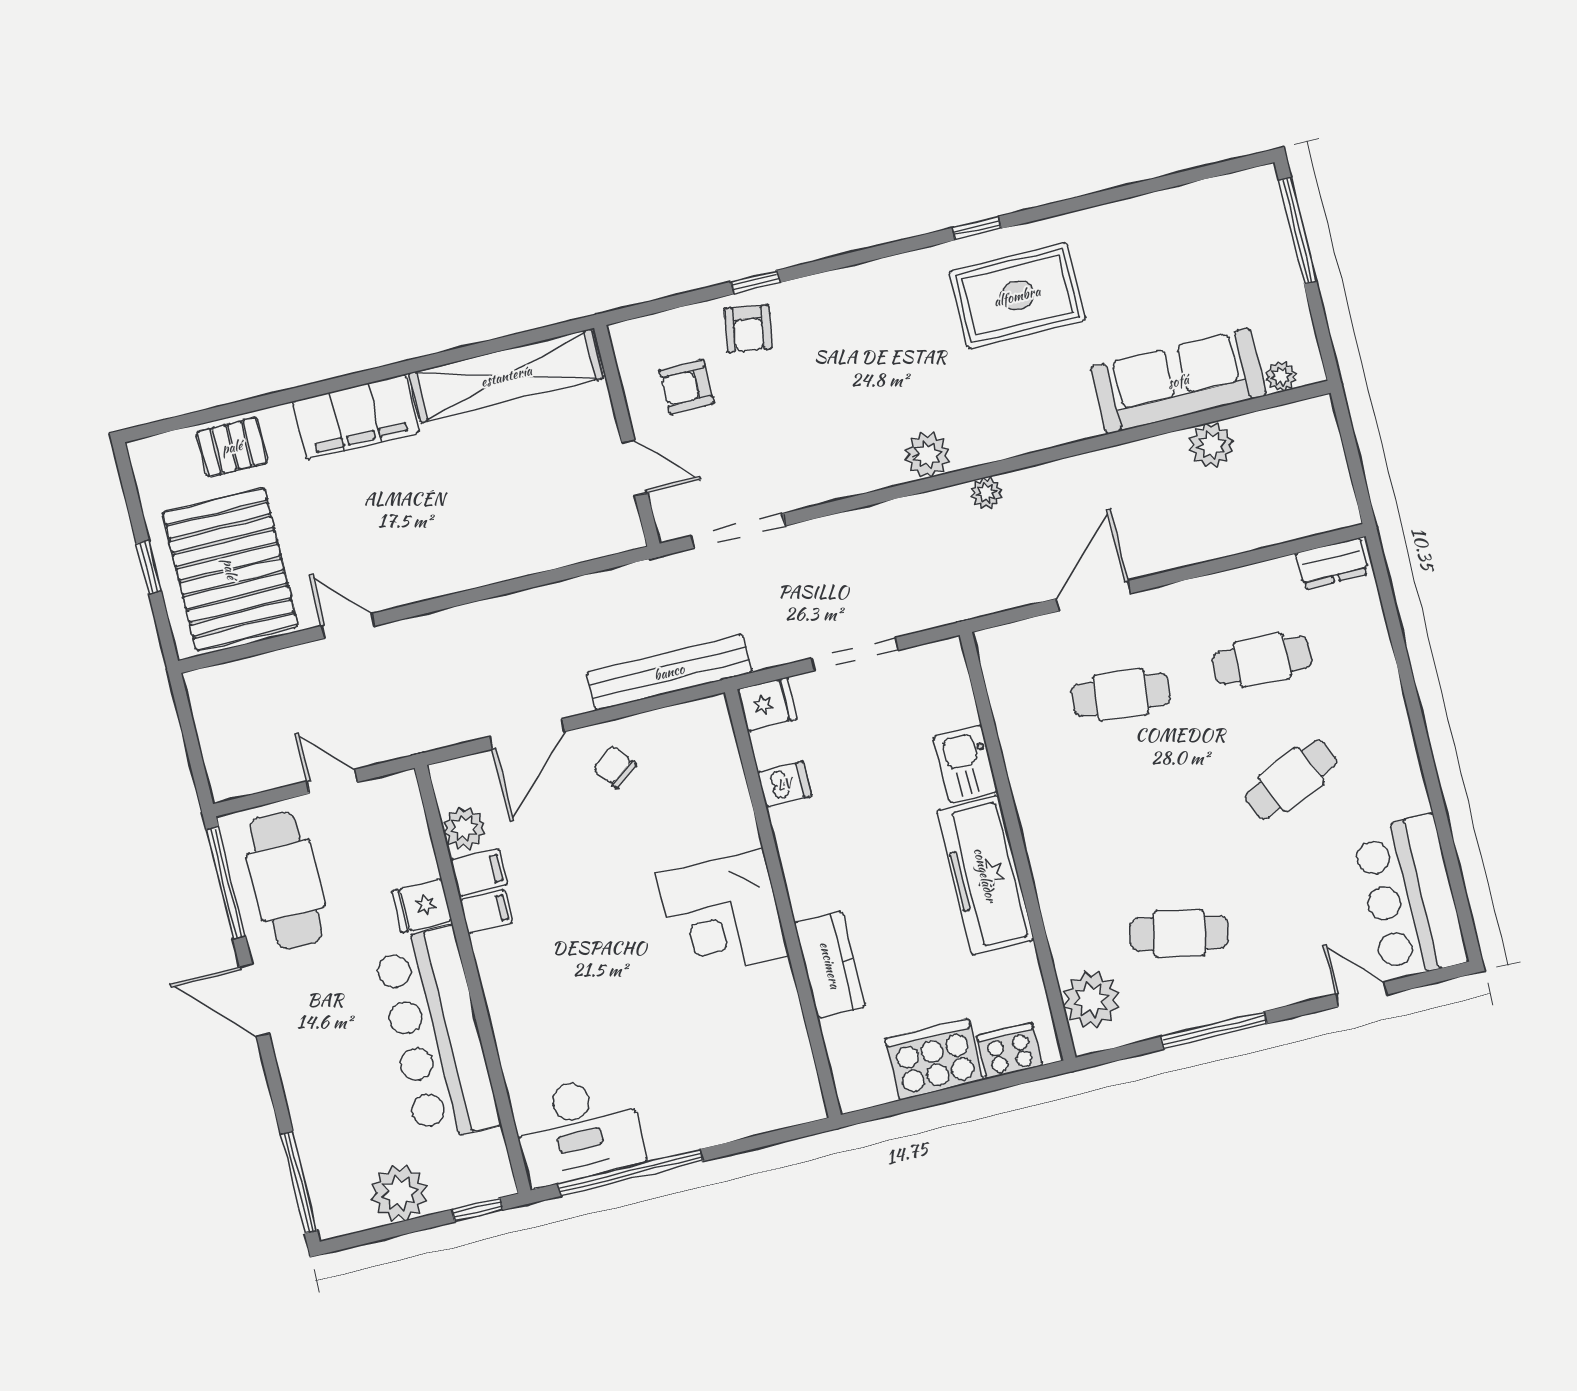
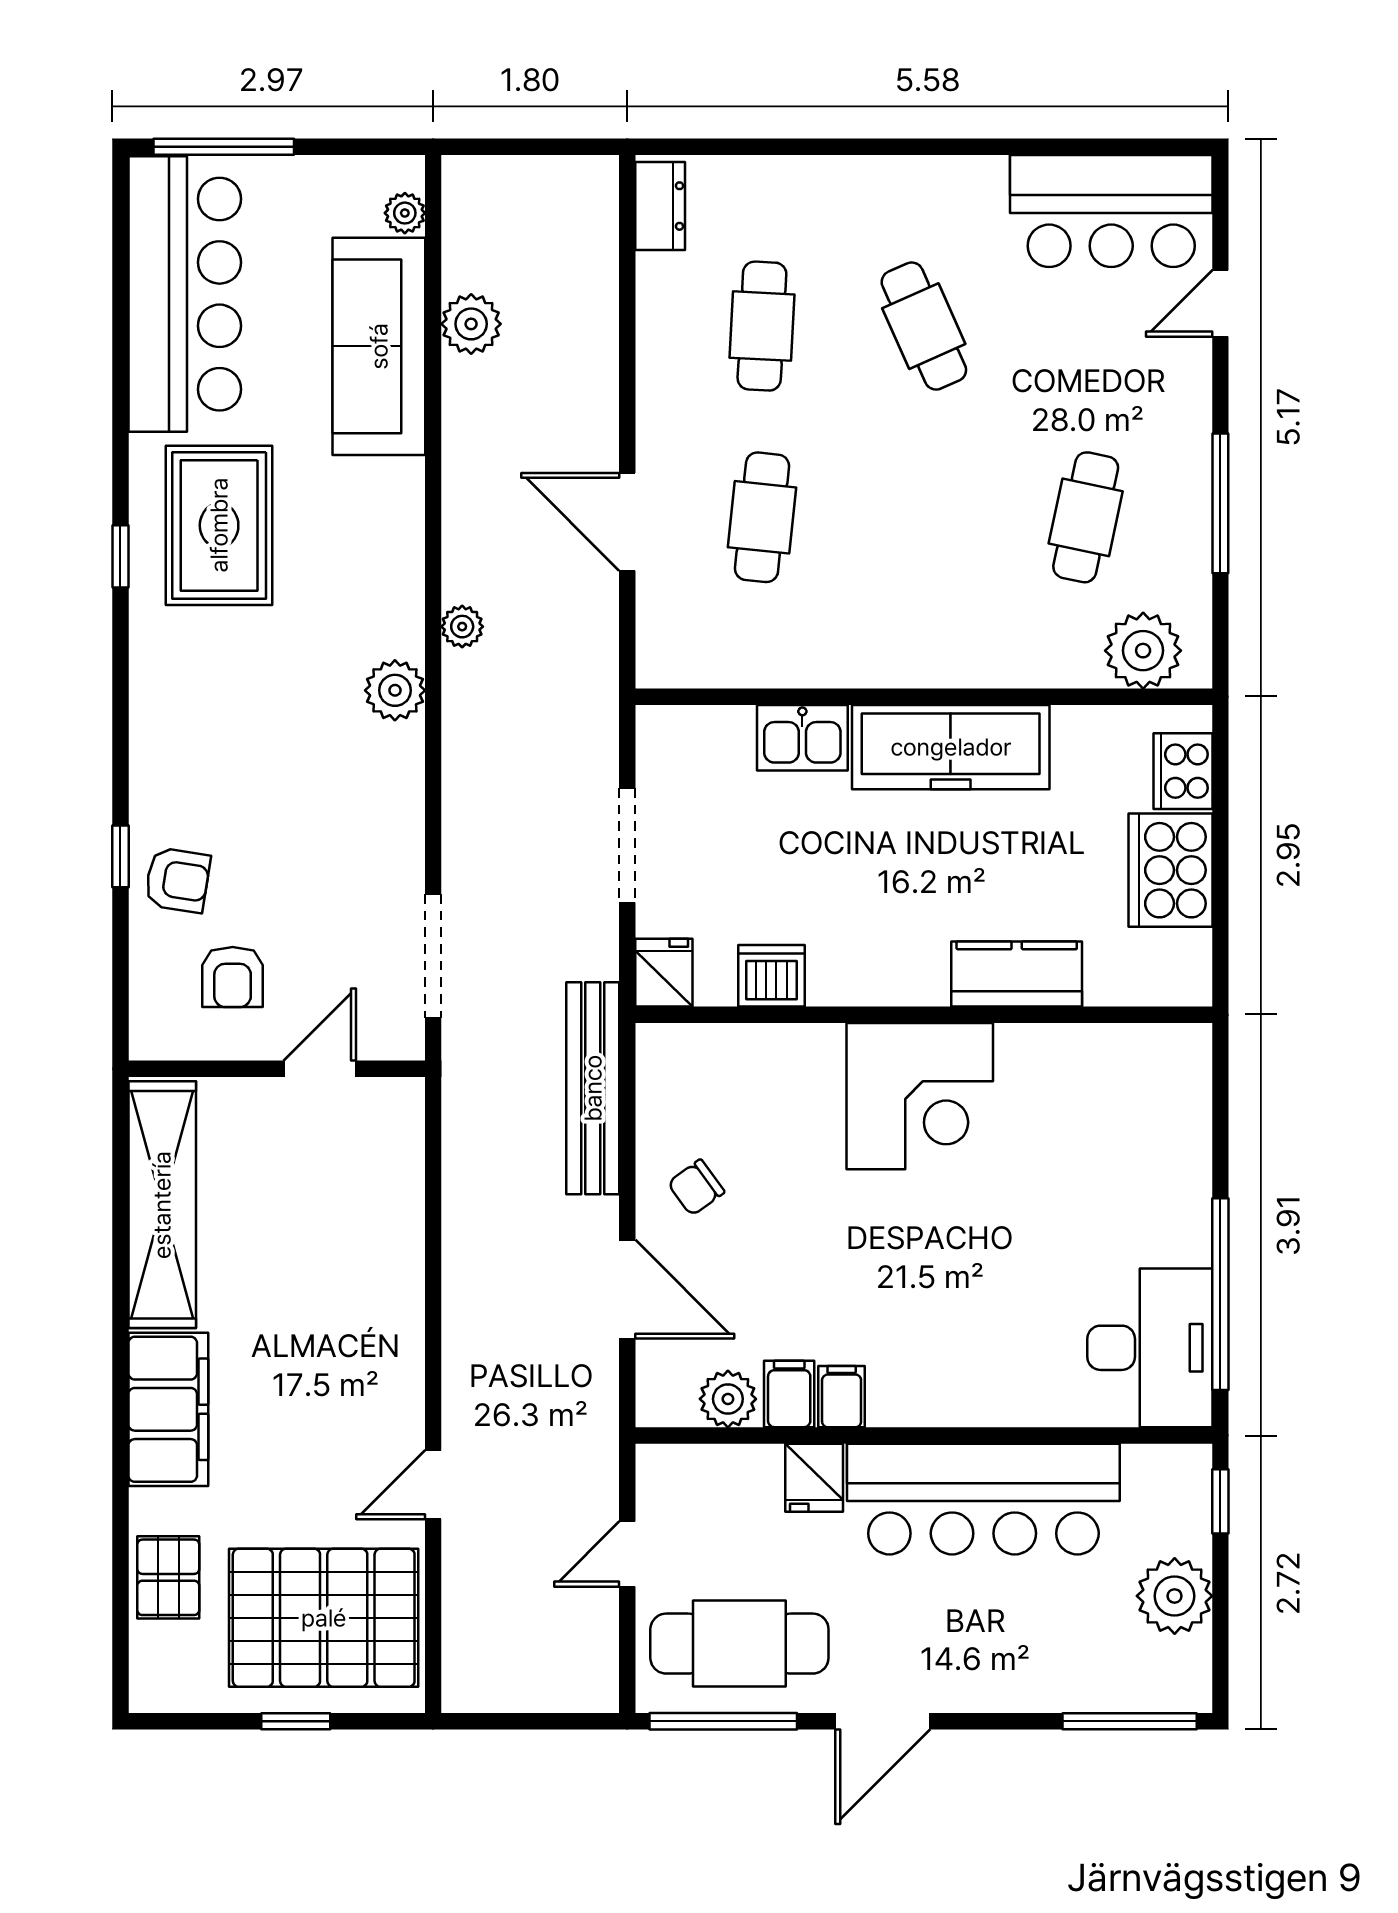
bar counter: (1182, 228) -> (185, 294), added
dishwasher: (784, 784) -> (771, 976), width x1.38

